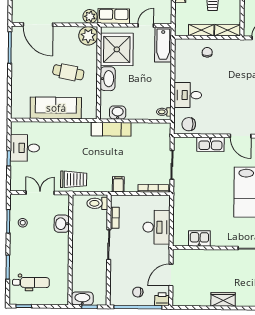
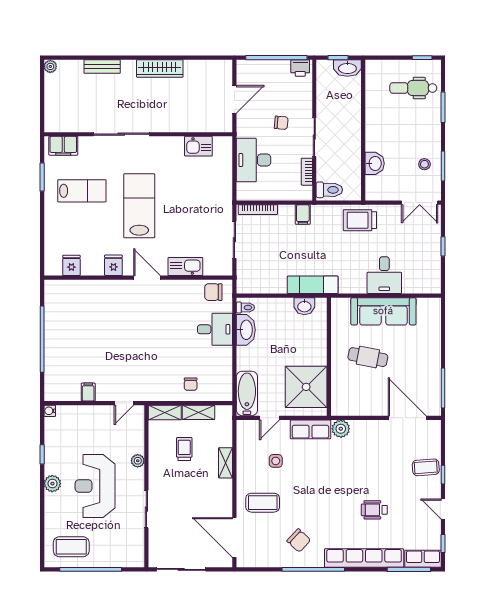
plant: (88, 36) -> (343, 404), removed
washbasin: (108, 79) -> (246, 330), moved, turned 180
chair: (189, 124) -> (213, 292), turned 180
desk: (25, 148) -> (384, 275), moved, turned 90
double door: (40, 193) -> (420, 203), moved
chair: (138, 292) -> (281, 123), moved
printer: (162, 299) -> (300, 68), moved
wardrobe: (223, 299) -> (160, 68), width x1.50

